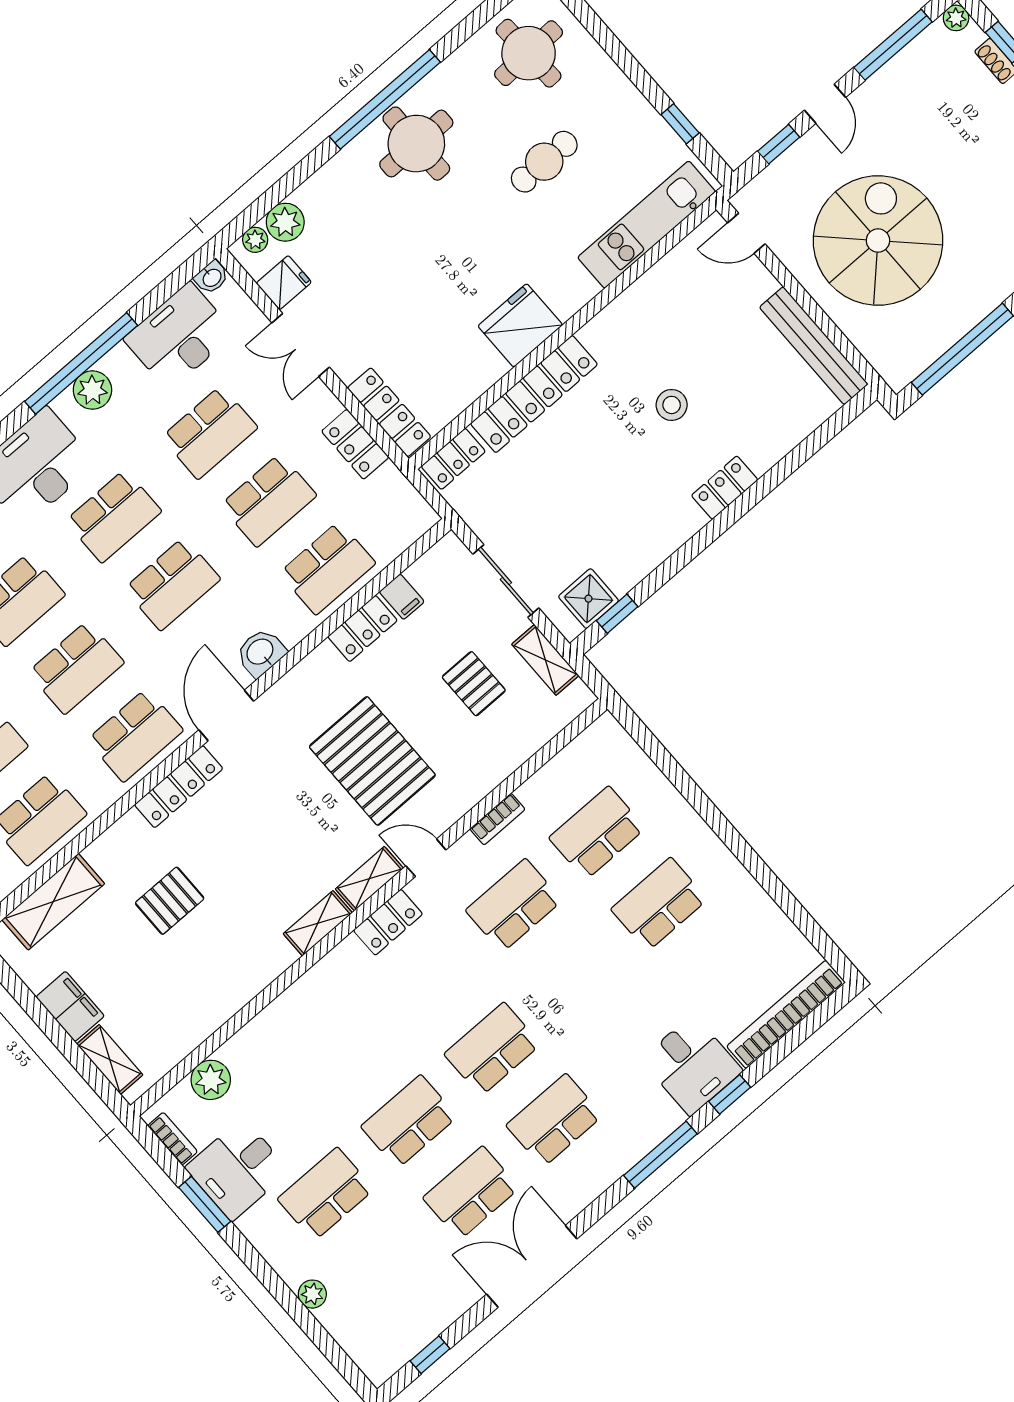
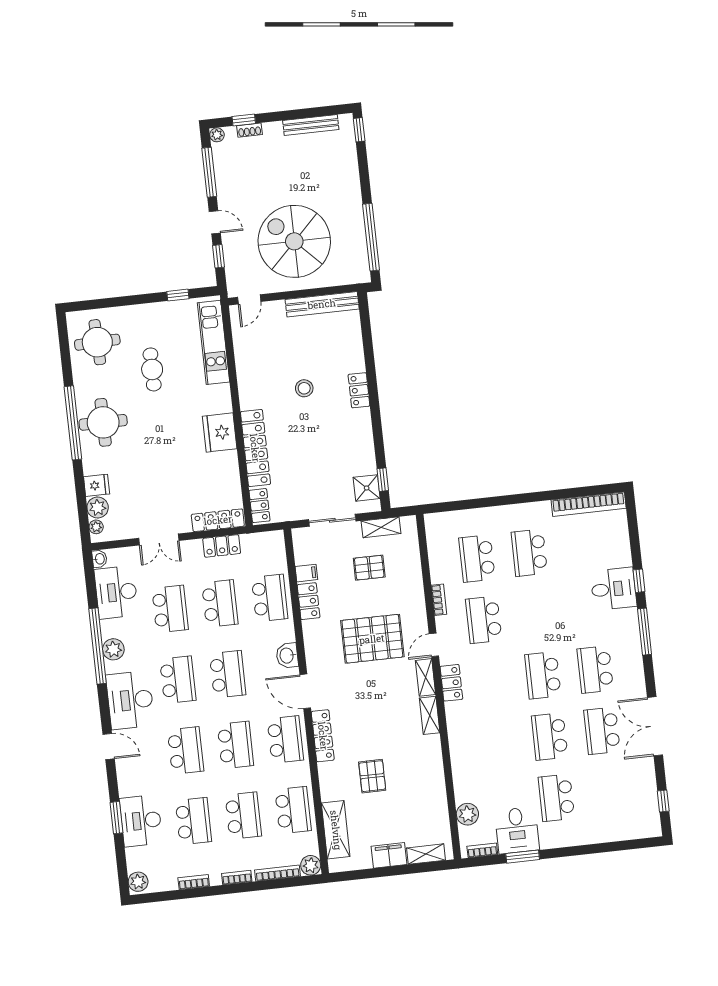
fridge: (284, 283) -> (97, 485), moved, turned 90
bookcase: (786, 1014) -> (589, 504), moved, turned -90
plant: (312, 1294) -> (598, 836), removed

